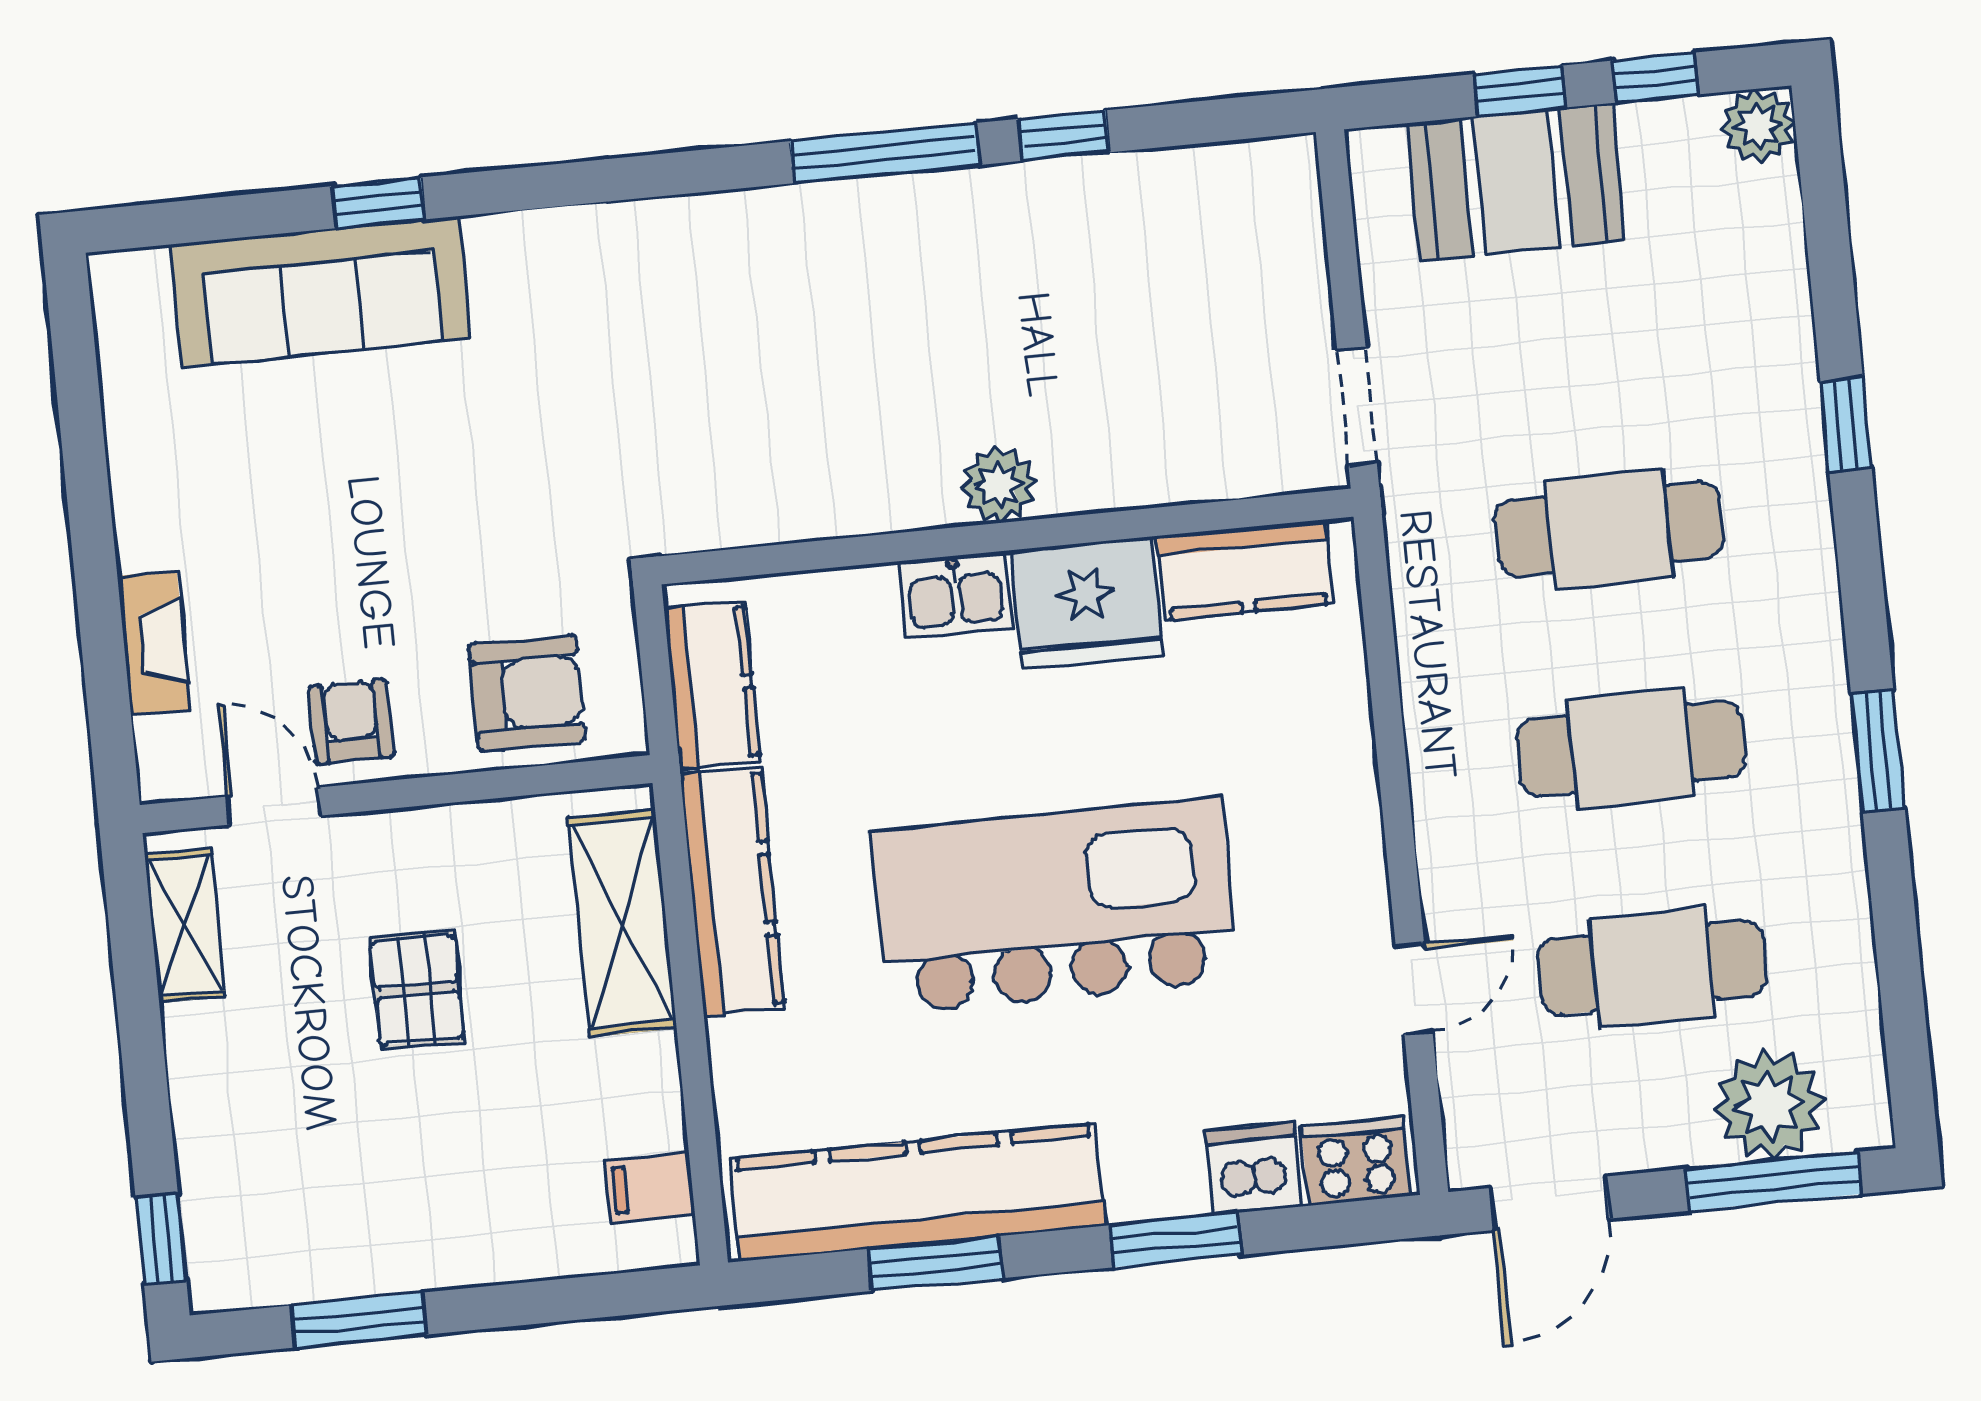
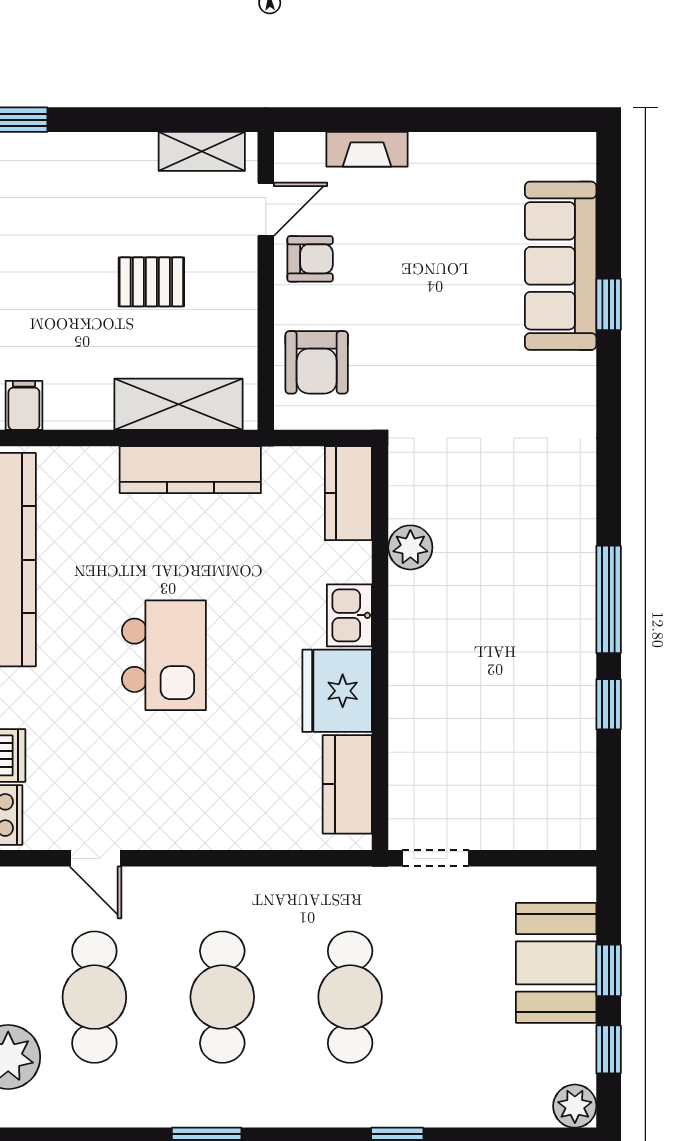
plant: (999, 485) -> (410, 547), moved
kitchen counter: (712, 685) -> (348, 493), moved, turned 90
kitchen island: (1055, 906) -> (164, 655), width x0.54, depth x0.78

